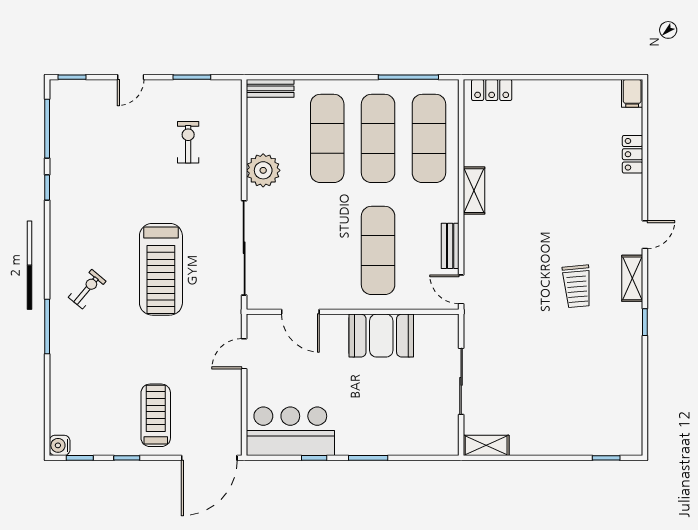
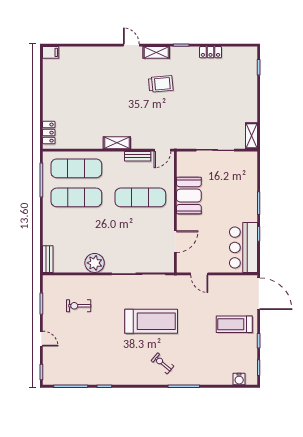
exercise mat: (327, 138) -> (76, 226), removed
locker: (633, 154) -> (210, 52), moved
shelving: (474, 191) -> (117, 143), moved
water cooler: (60, 445) -> (239, 379), moved

